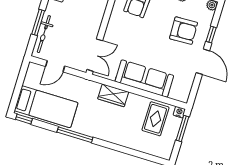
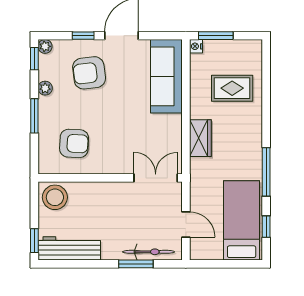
armchair: (184, 31) -> (89, 73), turned -95
sofa: (144, 79) -> (166, 76), moved
window: (24, 119) -> (266, 227), moved
rug: (155, 119) -> (232, 88), moved

